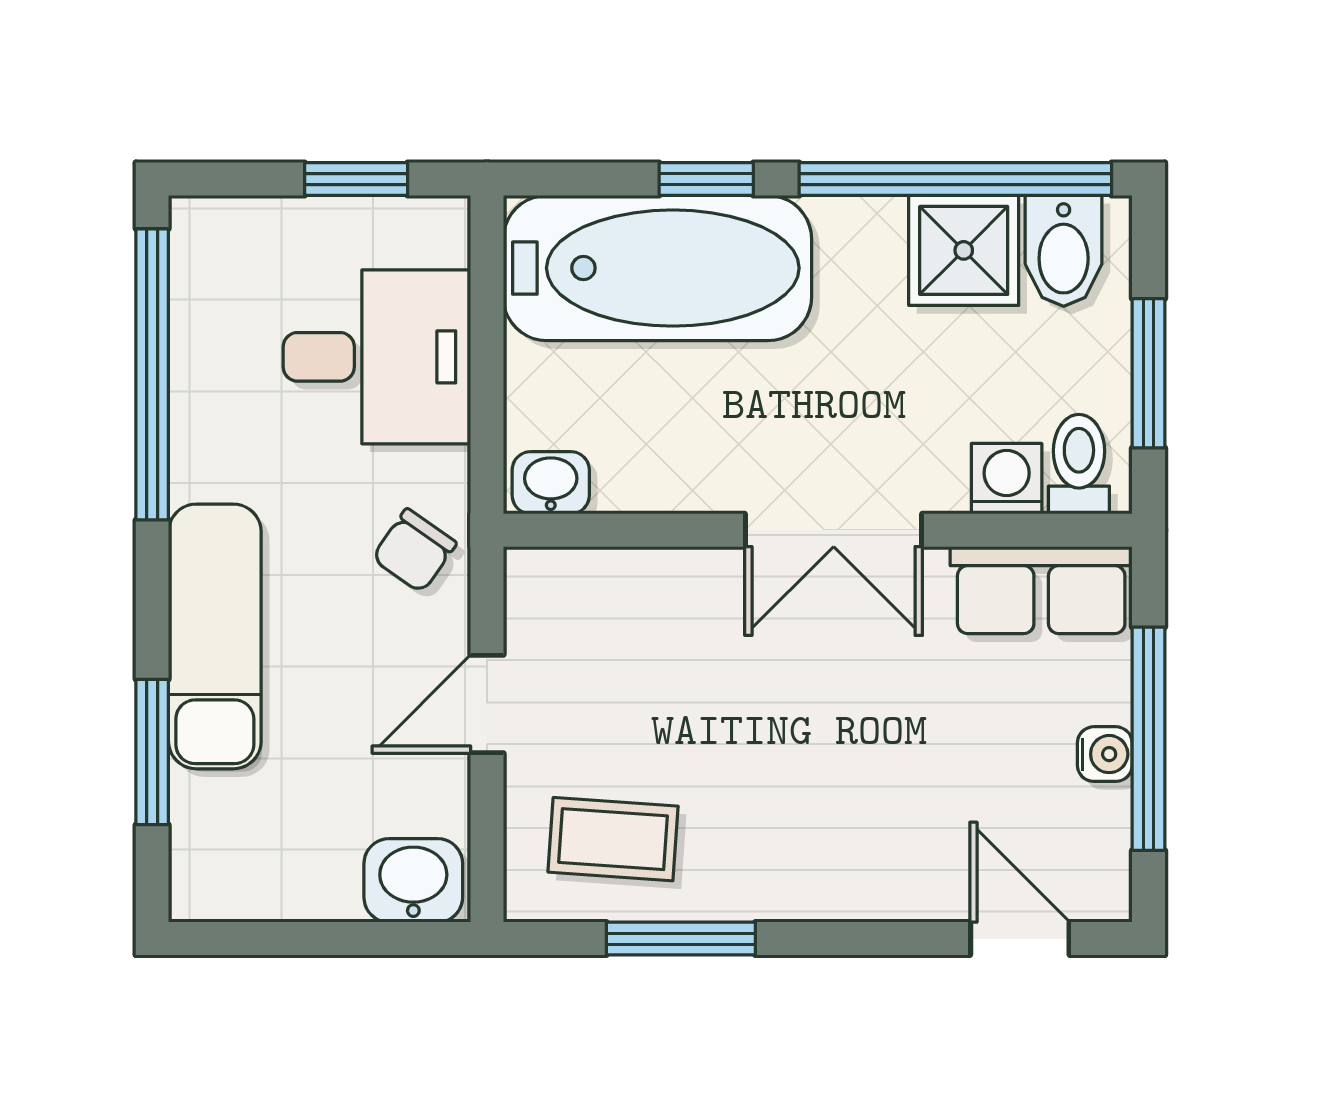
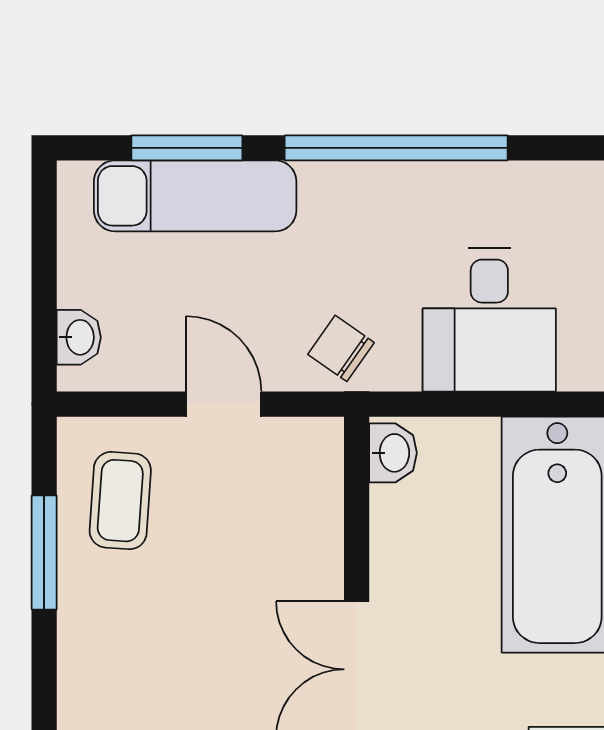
window: (152, 374) -> (396, 148), moved
exam couch: (215, 636) -> (195, 196), moved
washbasin: (413, 880) -> (79, 337), width x0.72, depth x0.69

